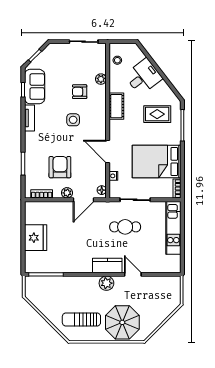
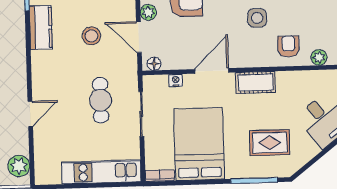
armchair: (80, 92) -> (288, 46), moved
cot: (116, 106) -> (255, 82), moved
rug: (157, 114) -> (270, 143), turned 90
stool: (82, 232) -> (91, 36), added
kitchen counter: (107, 266) -> (41, 28), moved
plant: (106, 283) -> (19, 166), moved

